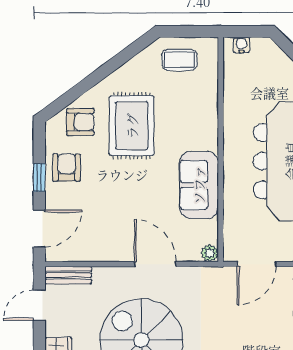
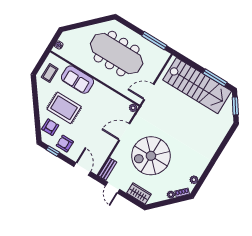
window: (39, 177) -> (53, 151), moved
sofa: (199, 185) -> (77, 80), moved
door: (257, 264) -> (149, 92), swing flipped

